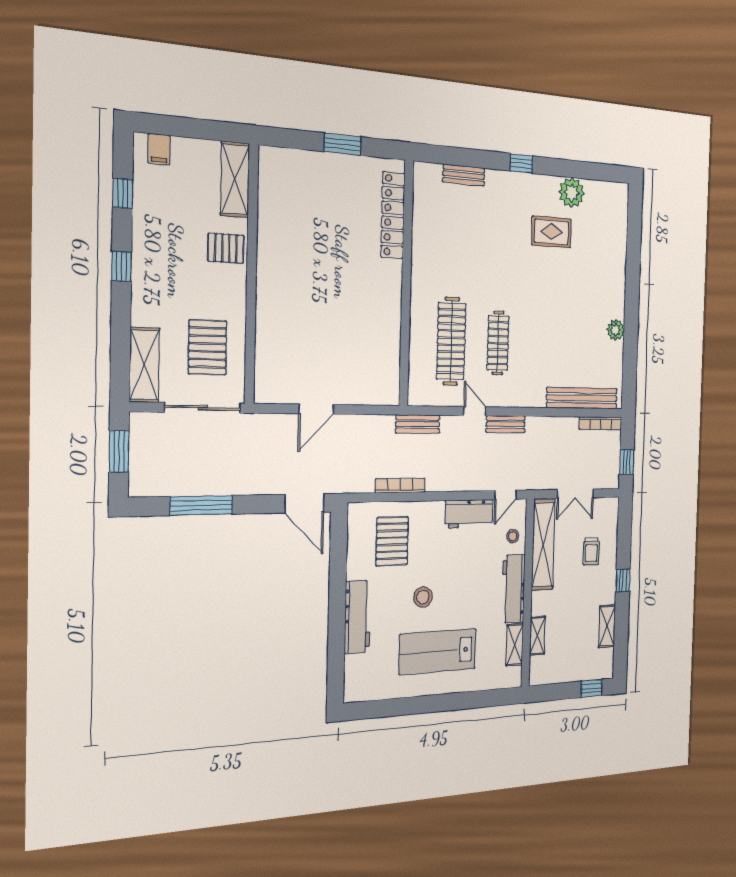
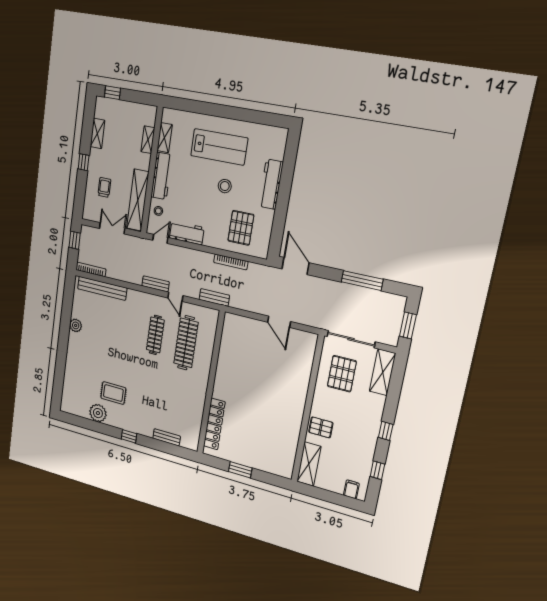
door: (316, 409) -> (279, 322), swing flipped

